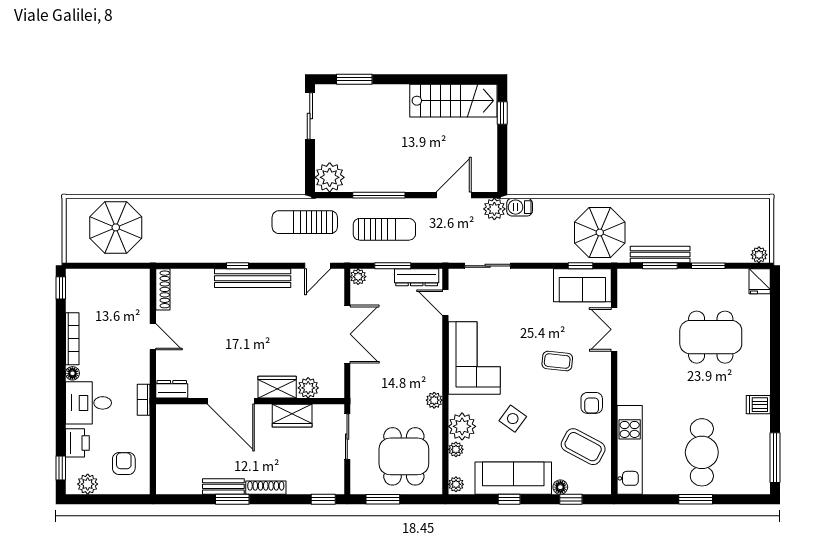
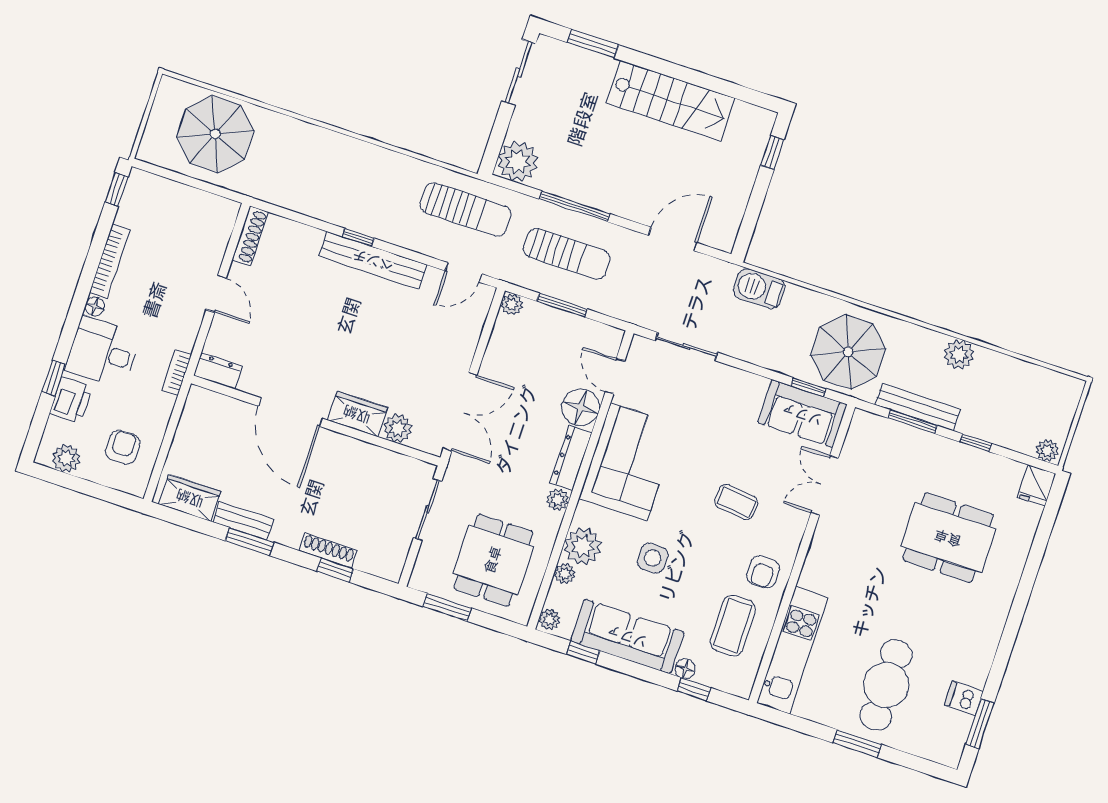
stairs: (453, 101) -> (671, 101), moved
barbecue: (520, 207) -> (759, 289), width x1.38, depth x1.27
plant: (494, 209) -> (959, 354), moved
sun lounger: (305, 222) -> (466, 209), turned 180
window: (708, 266) -> (976, 443), width x0.67
dresser: (417, 277) -> (571, 458), moved, turned 90
floor lamp: (429, 332) -> (581, 407), added
double door: (347, 334) -> (460, 412), moved
dishwasher: (758, 405) -> (964, 698), moved
wardrobe: (292, 416) -> (190, 498), moved, turned 180
side table: (513, 419) -> (653, 558), turned -36
coffee table: (583, 447) -> (733, 626), turned 62
window: (775, 458) -> (980, 724), width x0.69
window: (61, 468) -> (54, 378), moved
shoe rack: (266, 488) -> (328, 551), moved
window: (323, 499) -> (335, 570), moved
window: (509, 499) -> (583, 652), moved

